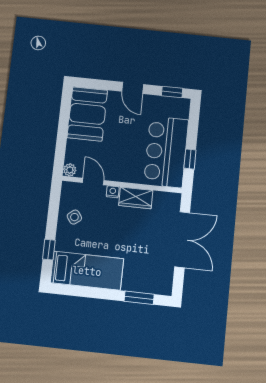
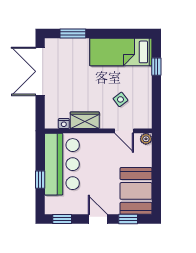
window: (99, 84) -> (128, 219), added
window: (190, 159) -> (40, 180), moved
nightstand: (113, 192) -> (64, 123), moved
side table: (74, 217) -> (120, 99), moved
double door: (182, 240) -> (40, 71), moved

